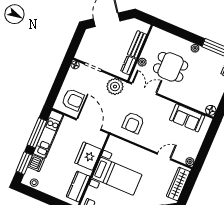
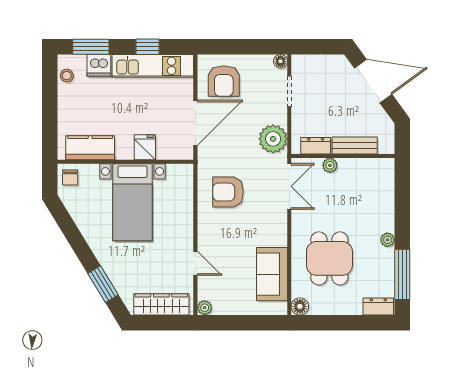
dining table: (171, 67) -> (329, 258), moved
window: (37, 133) -> (147, 47), width x0.46
fridge: (88, 156) -> (145, 147), width x0.53, depth x0.75

